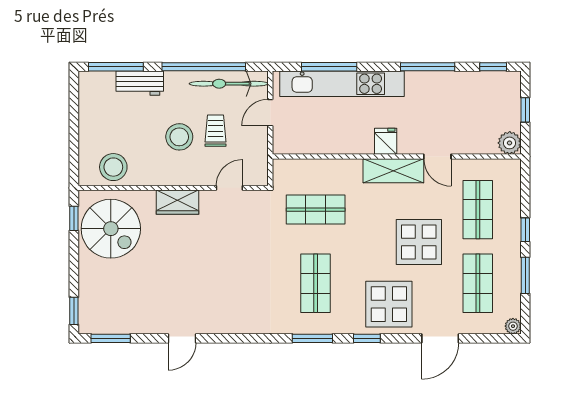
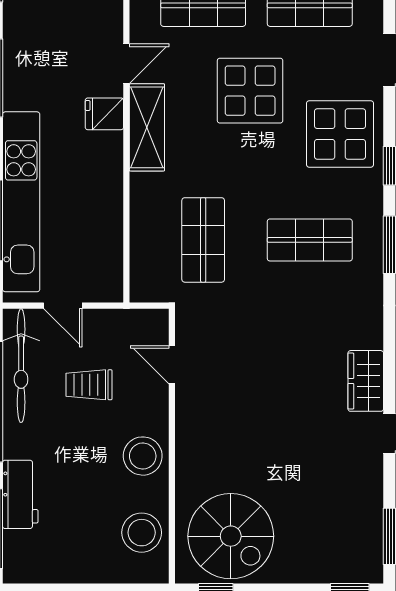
stool: (179, 137) -> (143, 456), moved
fridge: (386, 141) -> (104, 114), moved
wardrobe: (177, 202) -> (366, 381), moved, turned 180
spiral stairs: (111, 229) -> (231, 536), turned 90

